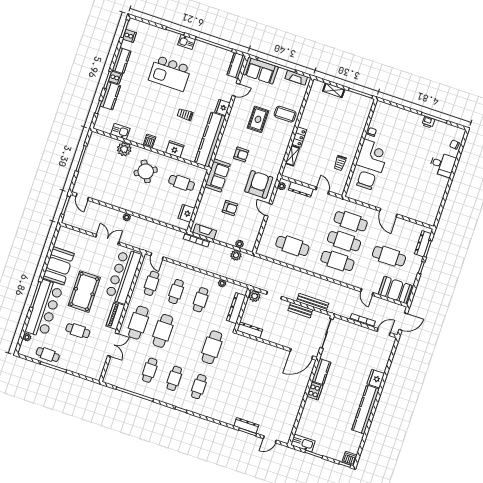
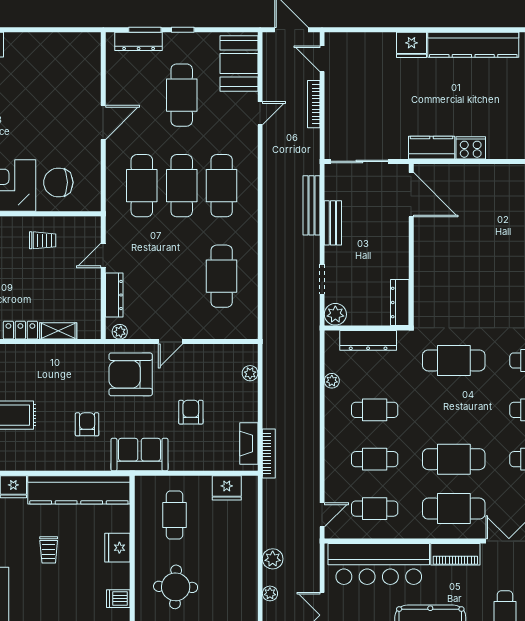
round table: (146, 171) -> (176, 587), turned 31
plant: (236, 255) -> (273, 559), moved

